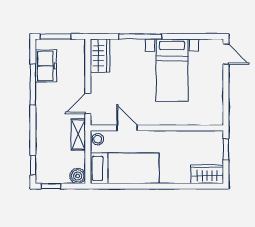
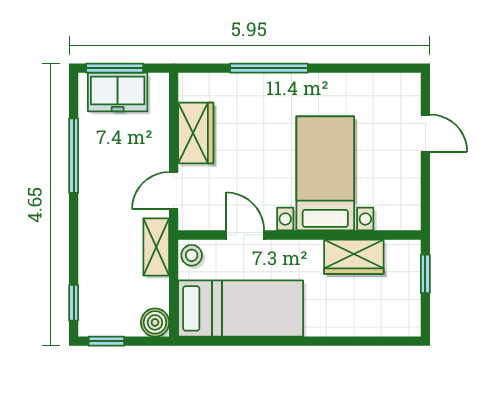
door: (226, 54) -> (425, 133), moved
wardrobe: (100, 56) -> (196, 133), moved
freezer: (46, 66) -> (118, 92), moved, turned 90
bed with nightstands: (172, 70) -> (325, 173), moved, turned 180
wardrobe: (207, 174) -> (354, 257), moved, turned 180

